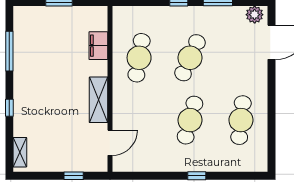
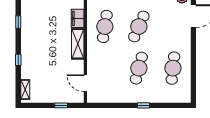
window: (9, 51) -> (18, 22), width x0.46
shelving: (99, 100) -> (78, 44), moved
door: (110, 143) -> (85, 83), swing flipped

